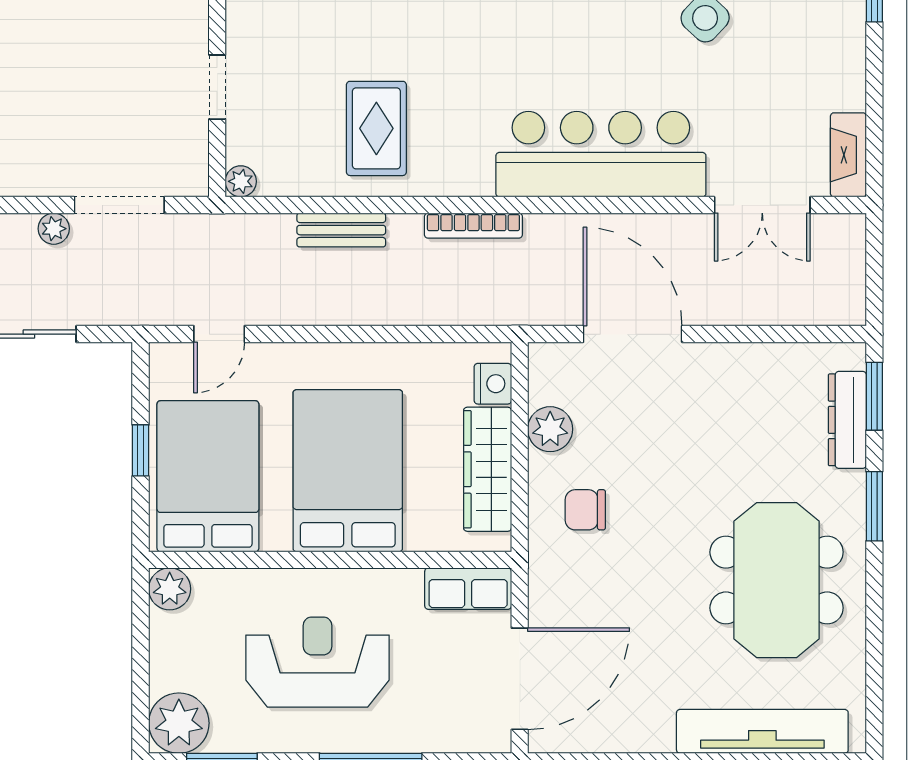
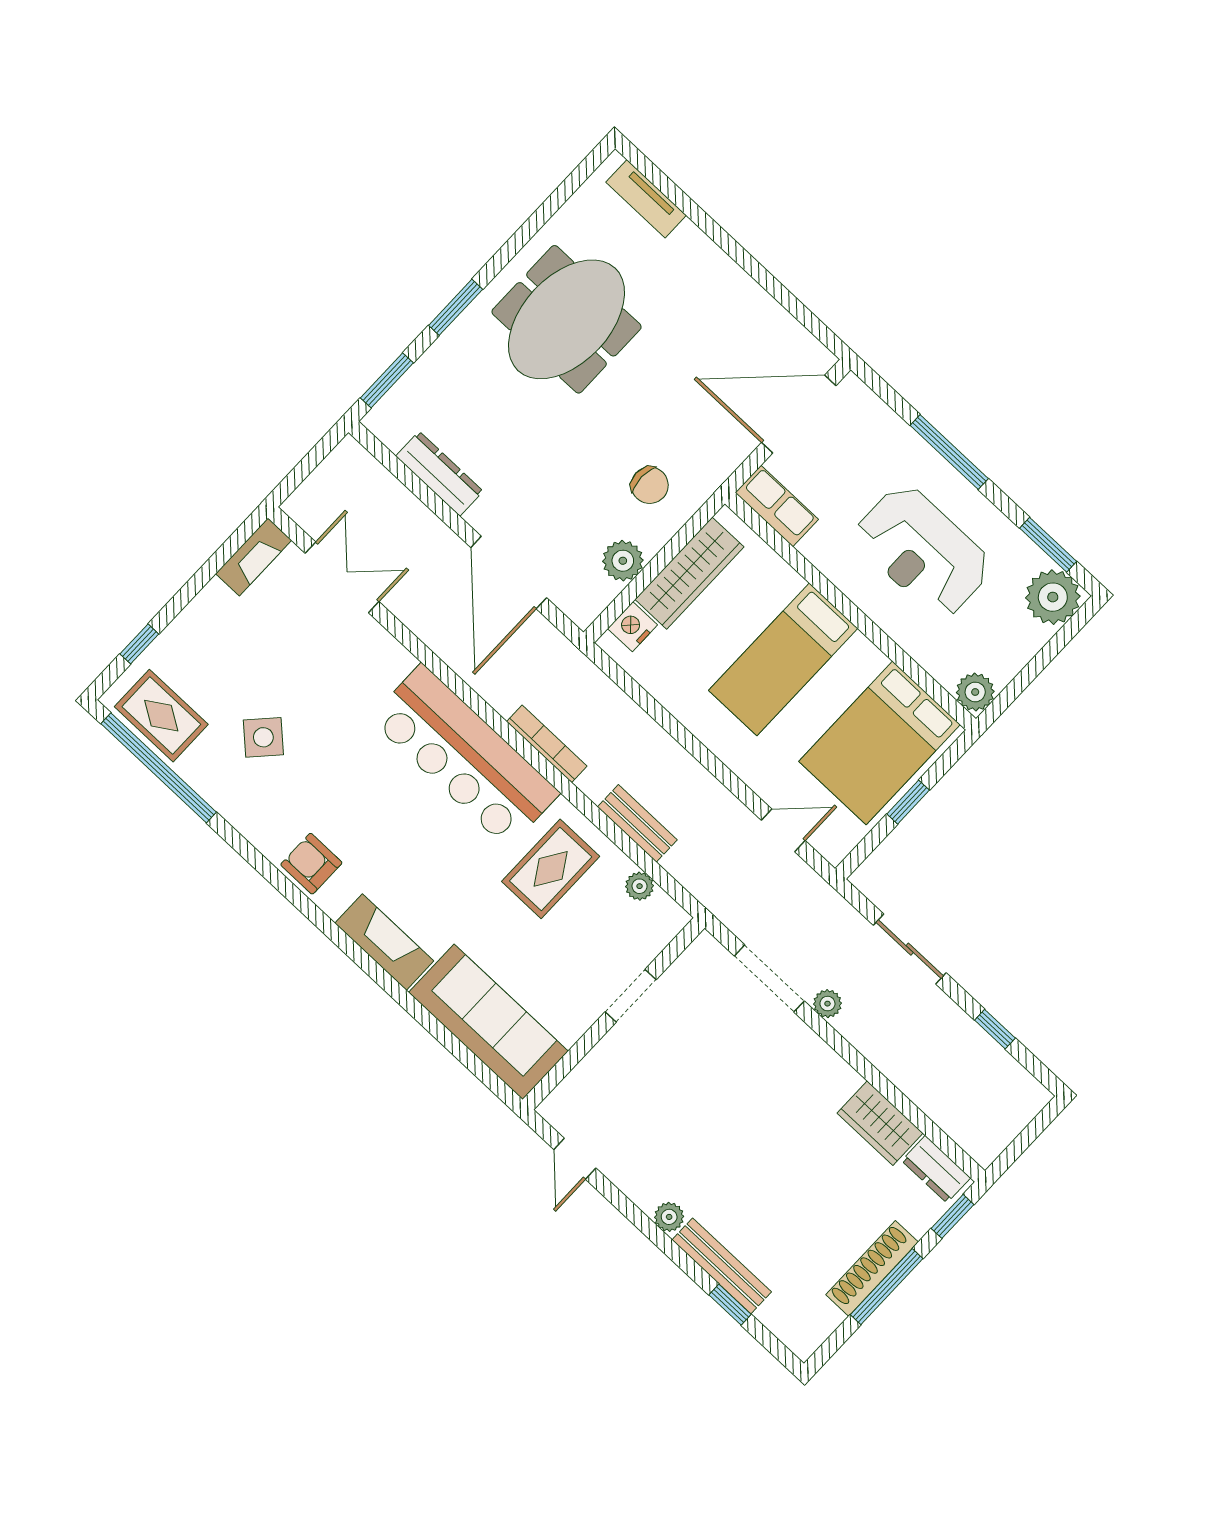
bar counter: (601, 154) -> (465, 756), moved
plant: (241, 181) -> (640, 886), moved
dresser: (847, 420) -> (439, 474), moved, turned -90
bed: (348, 471) -> (783, 659), width x0.67
tv unit: (762, 731) -> (646, 199), width x0.52, depth x0.78

